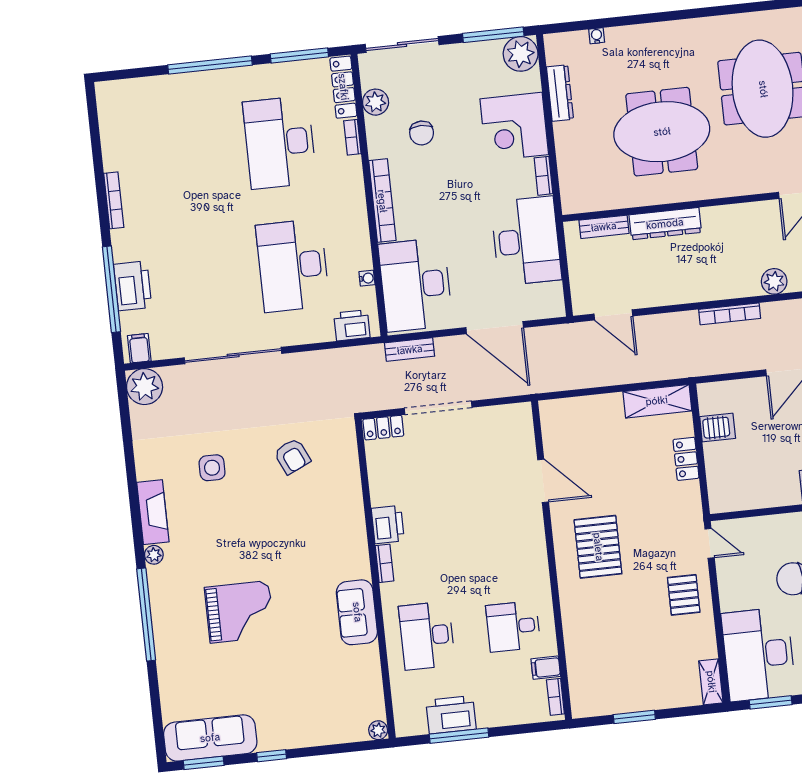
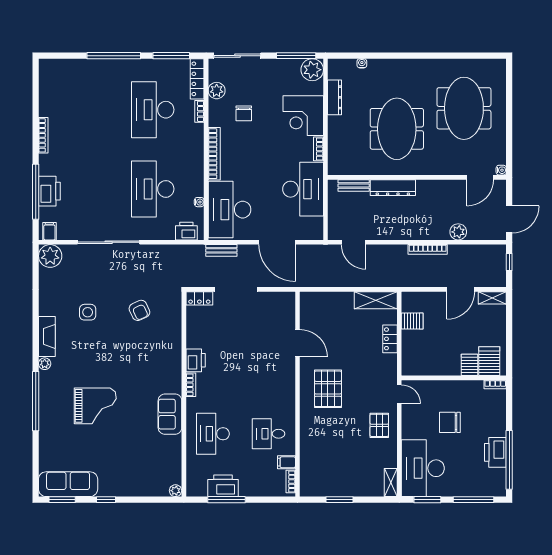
meeting table: (662, 132) -> (397, 129), turned 90

